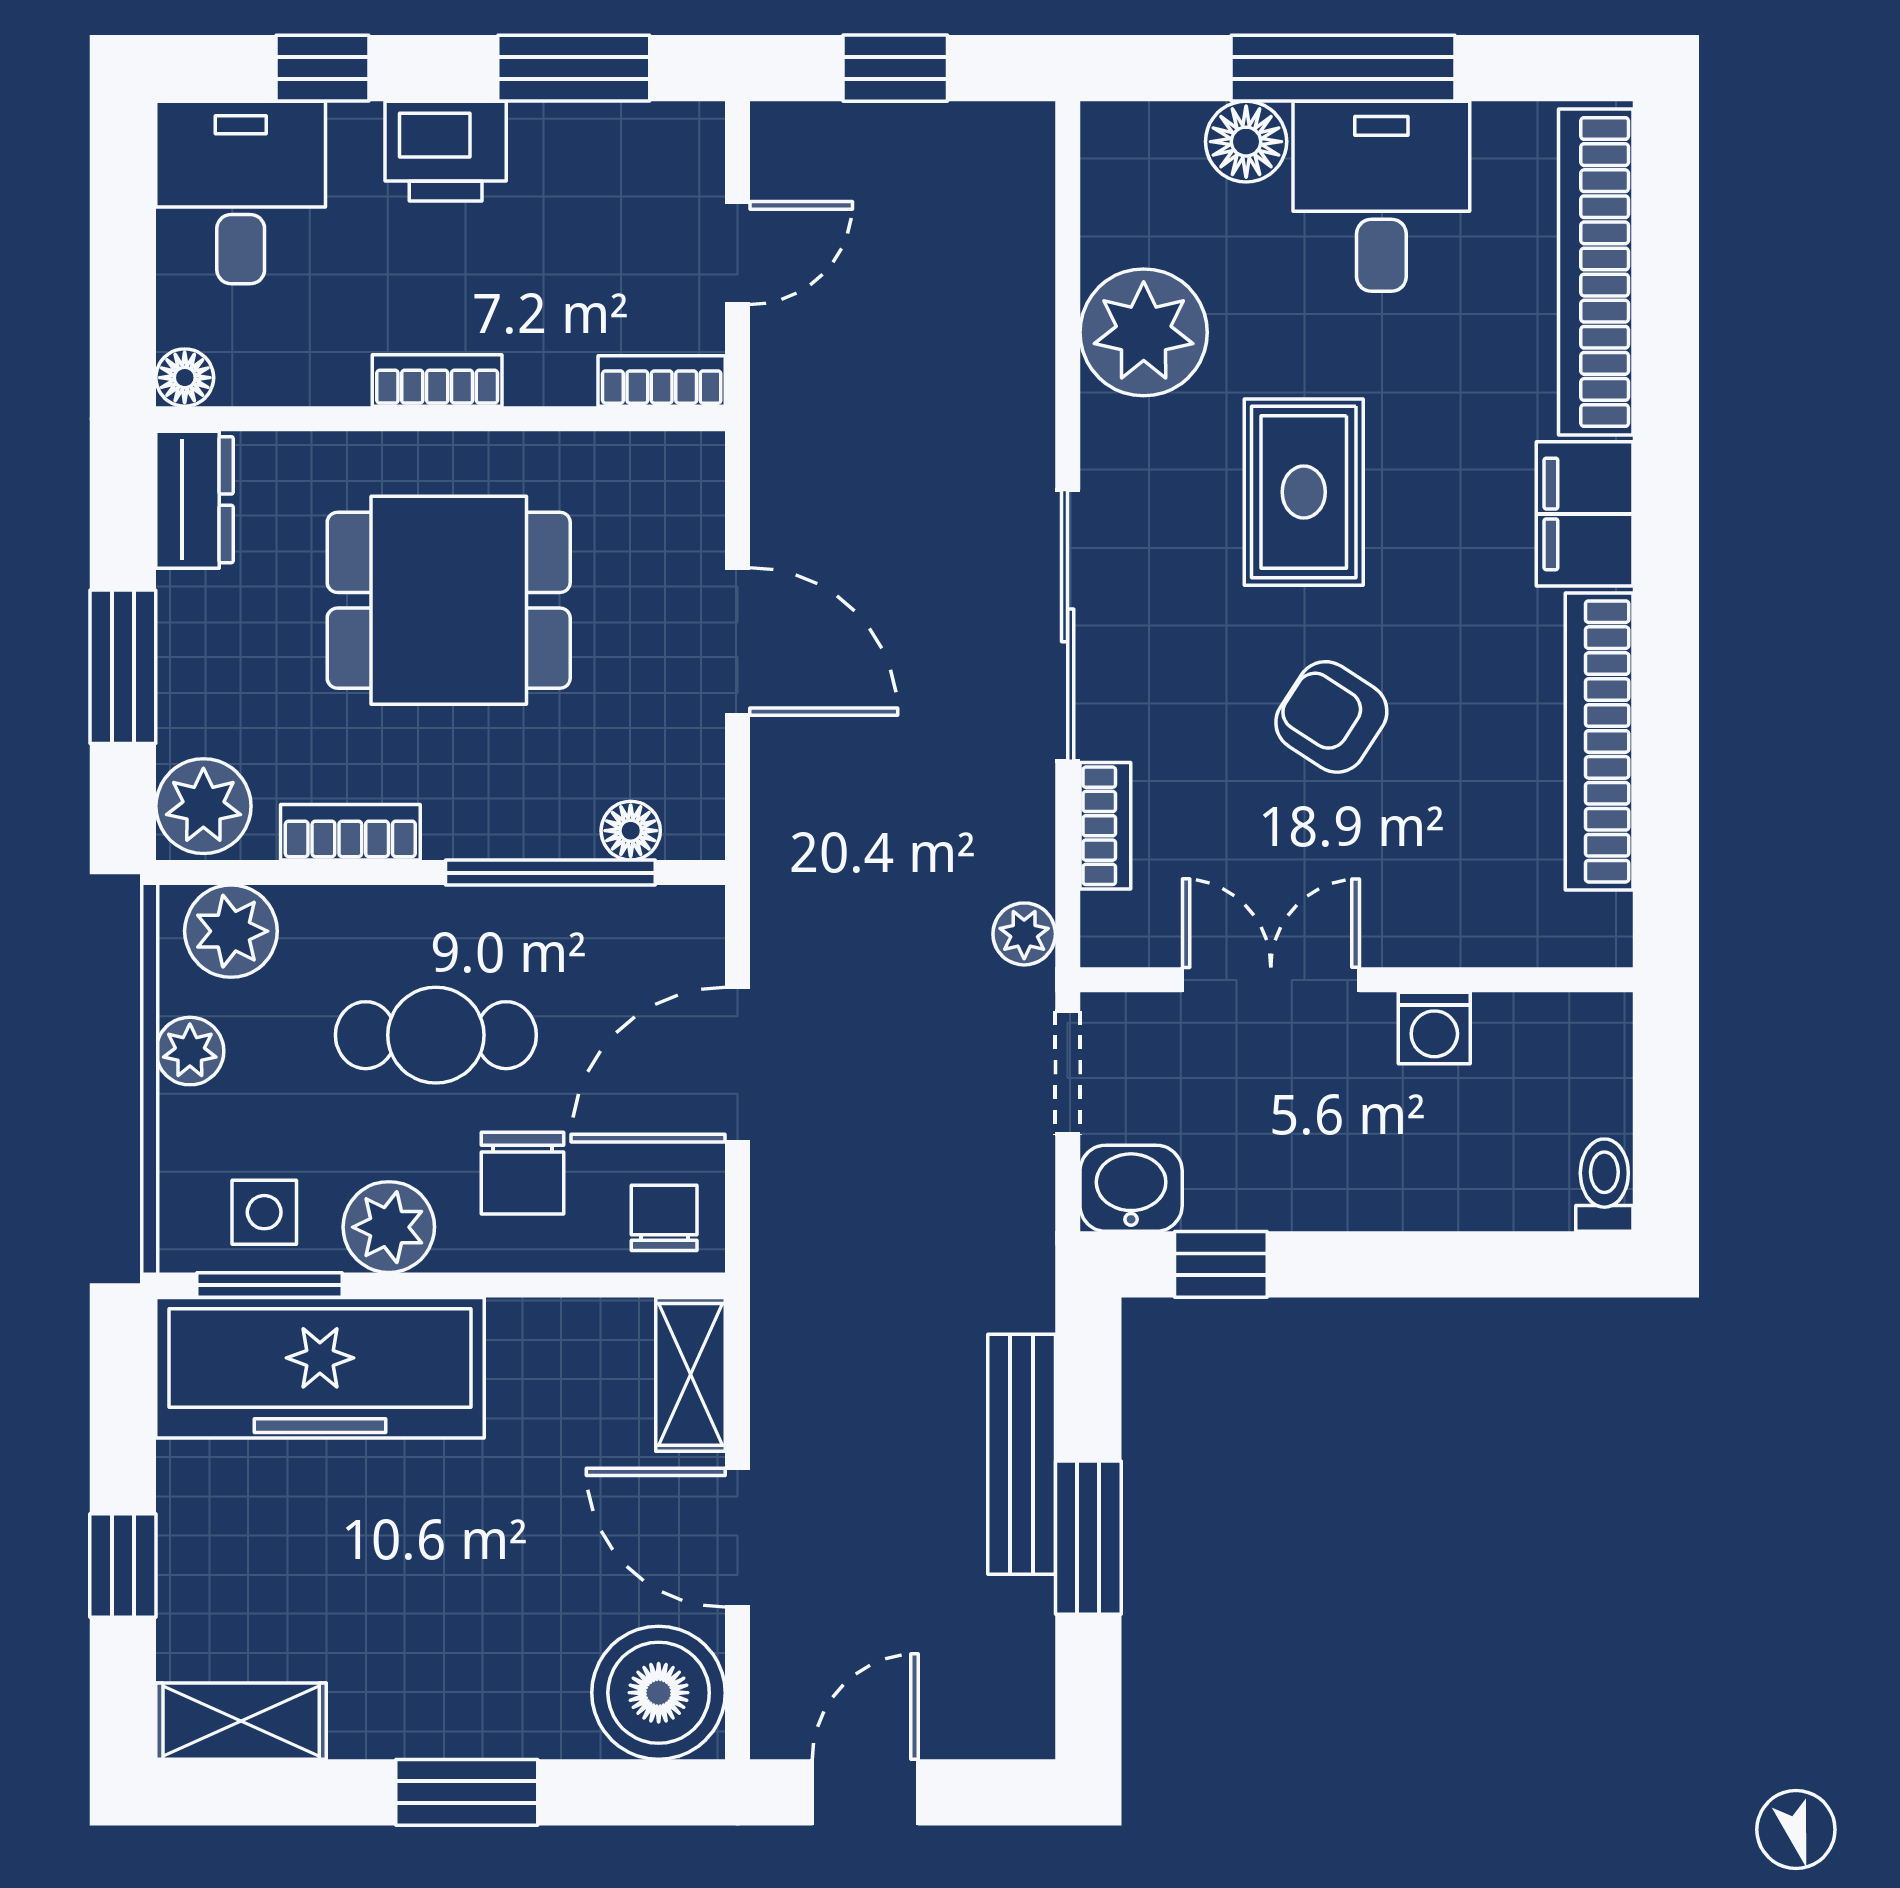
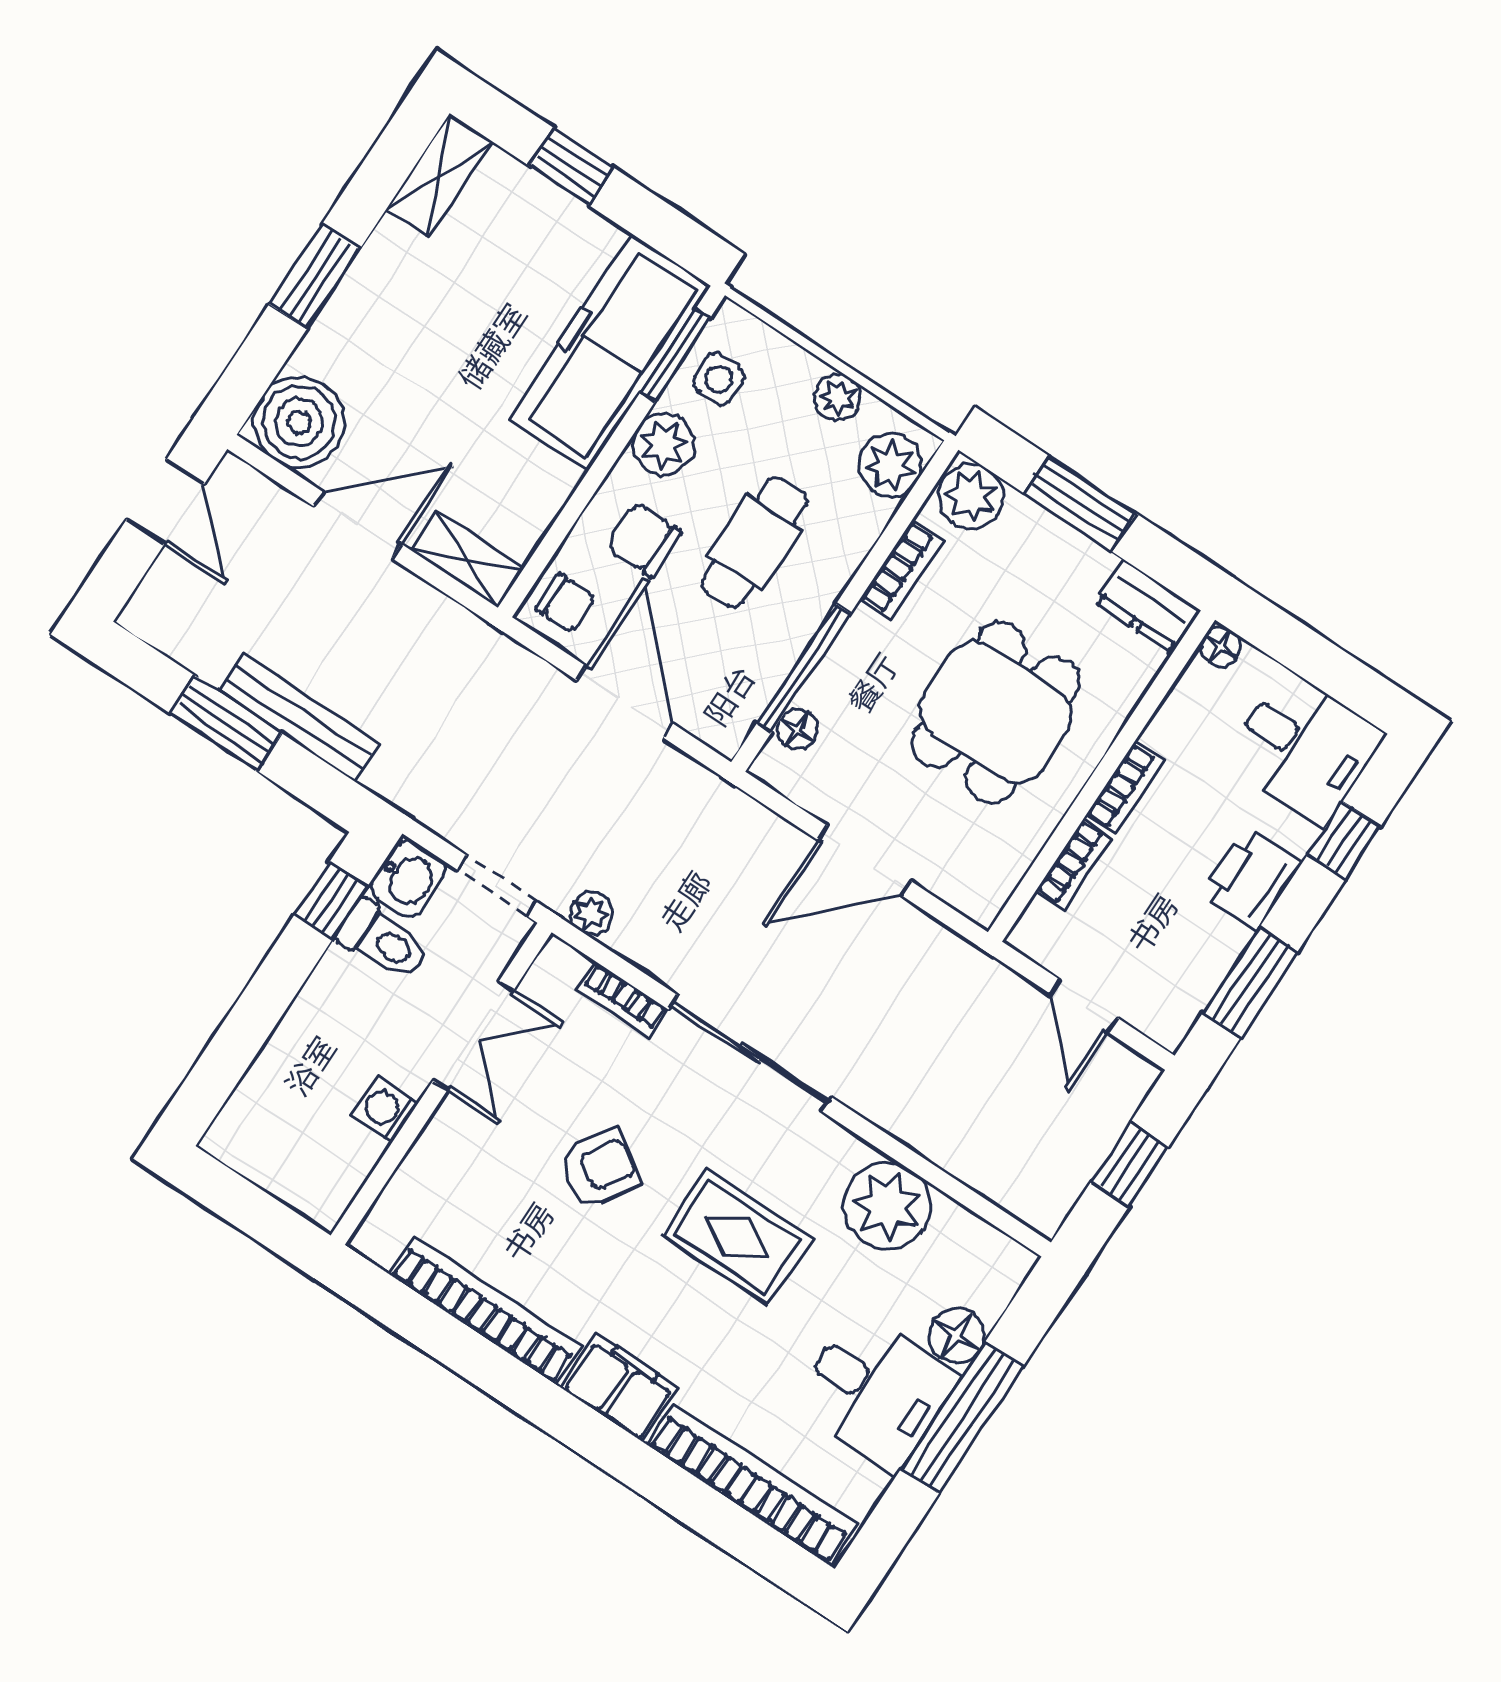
bookcase: (662, 381) -> (1074, 864), moved
toilet: (1604, 1185) -> (383, 941), moved, width x1.37, depth x1.39

